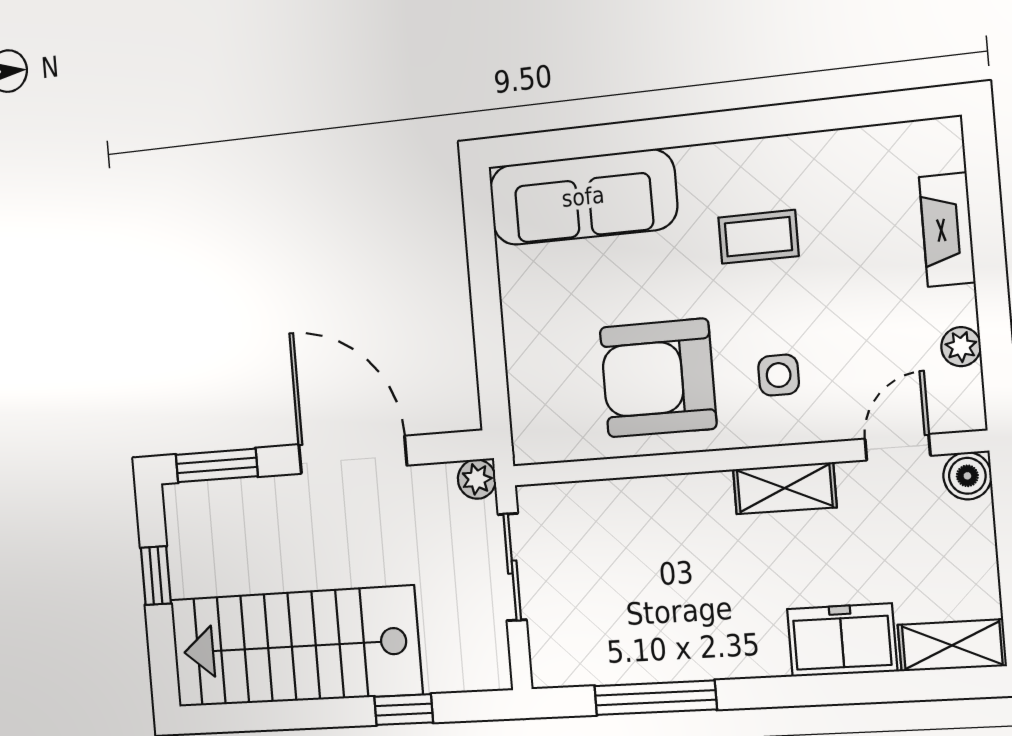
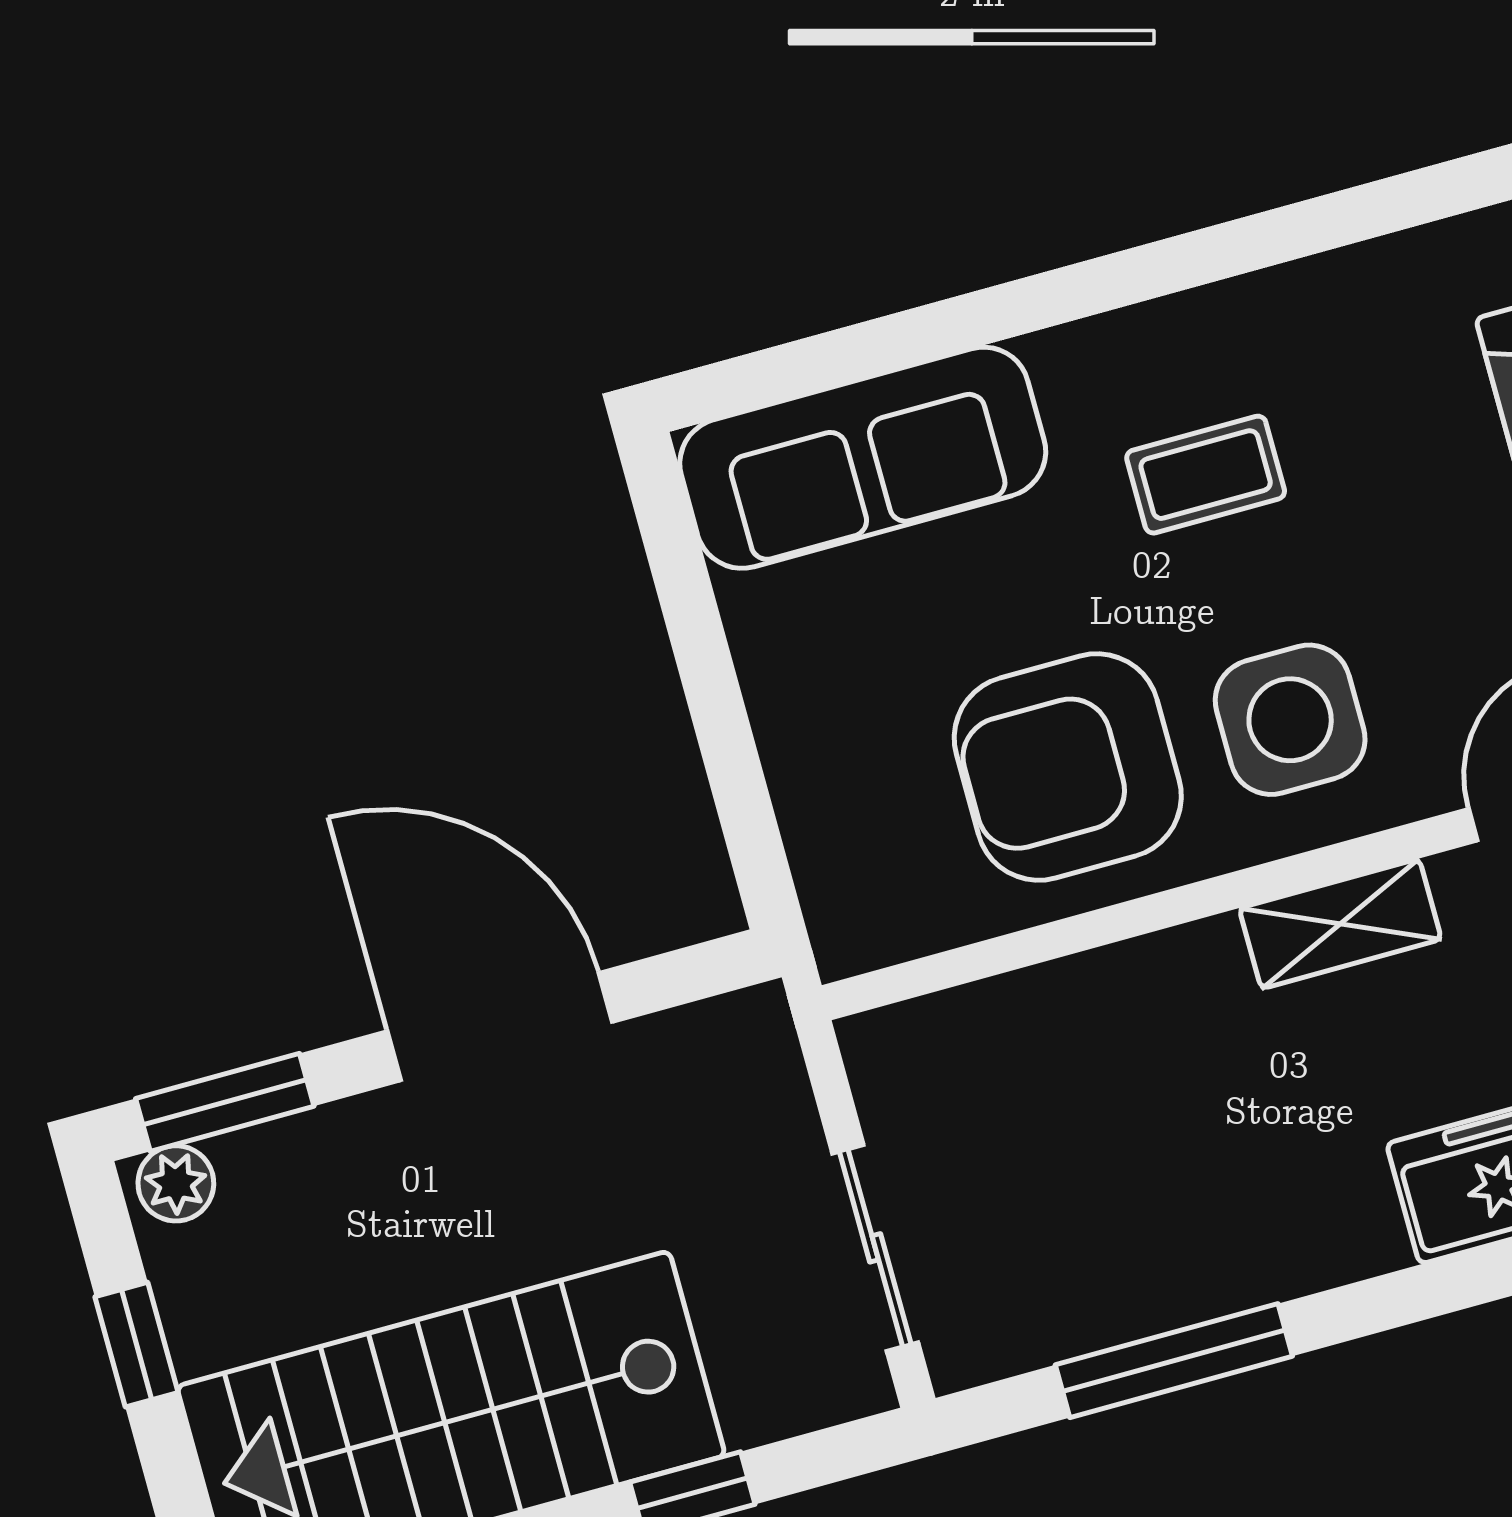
side table: (779, 375) -> (1290, 720), width x1.87, depth x1.87
plant: (477, 479) -> (176, 1183), moved
sliding door: (512, 567) -> (875, 1248), moved

